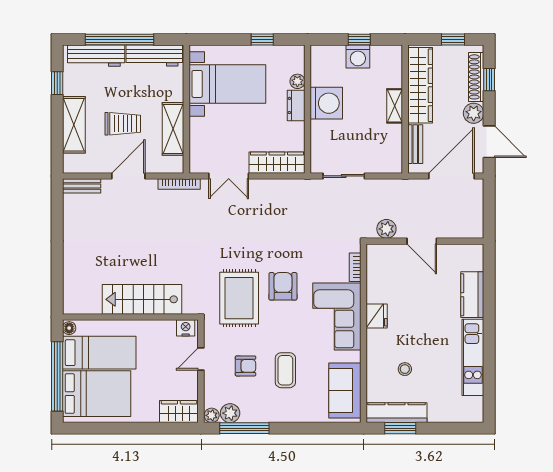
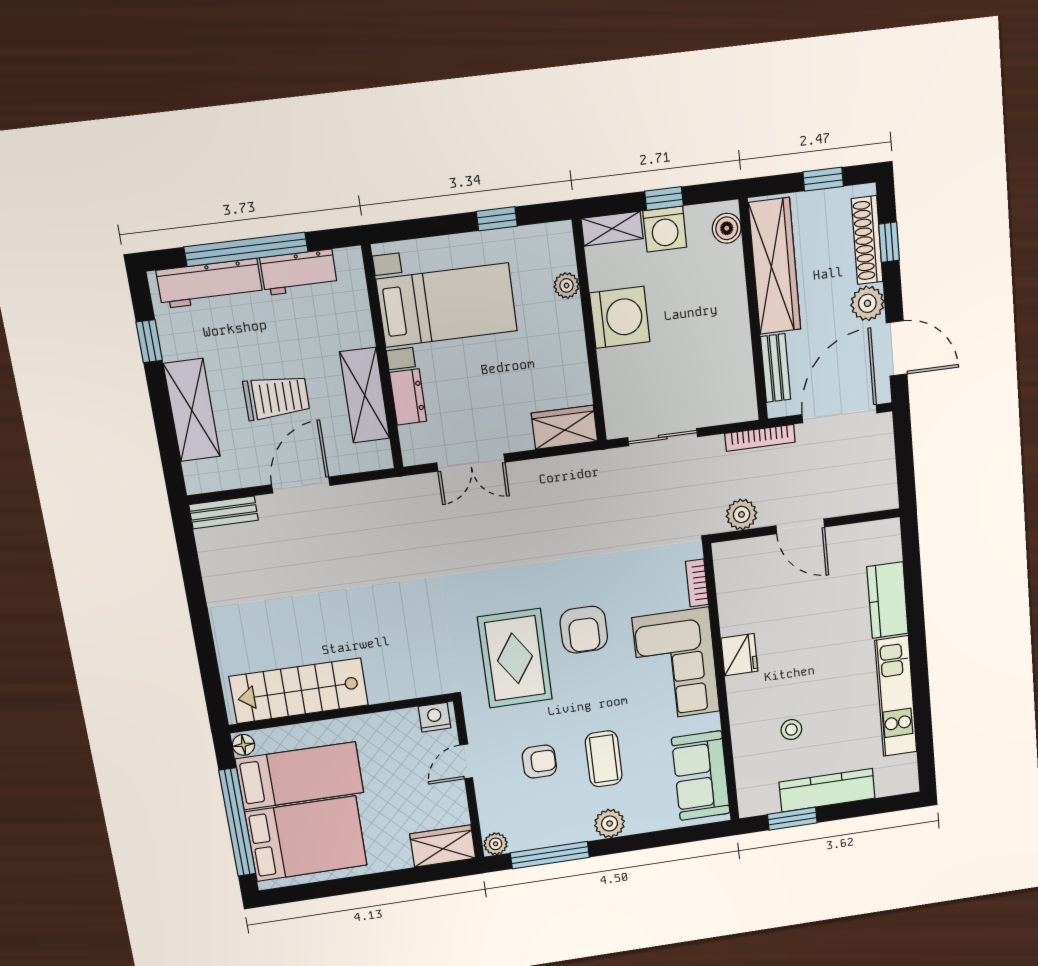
workbench: (154, 56) -> (299, 272), width x0.73
boiler: (394, 60) -> (727, 228), added
dresser: (296, 105) -> (408, 397), moved, turned 180
shelving: (395, 106) -> (612, 229), moved, turned 90
wardrobe: (277, 163) -> (564, 427), width x0.67
bookcase: (179, 184) -> (760, 438), moved
armchair: (283, 286) -> (584, 630), turned 180
stairs: (142, 299) -> (299, 691), moved
plant: (230, 413) -> (610, 823), moved
kitchen counter: (397, 413) -> (827, 790), moved

